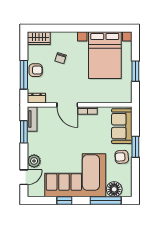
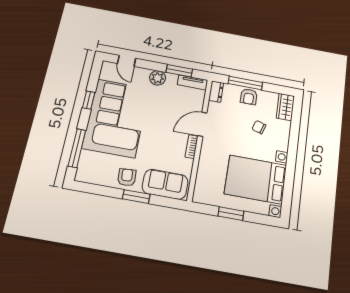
plant: (34, 161) -> (158, 78), moved
floor lamp: (114, 189) -> (88, 161), removed

